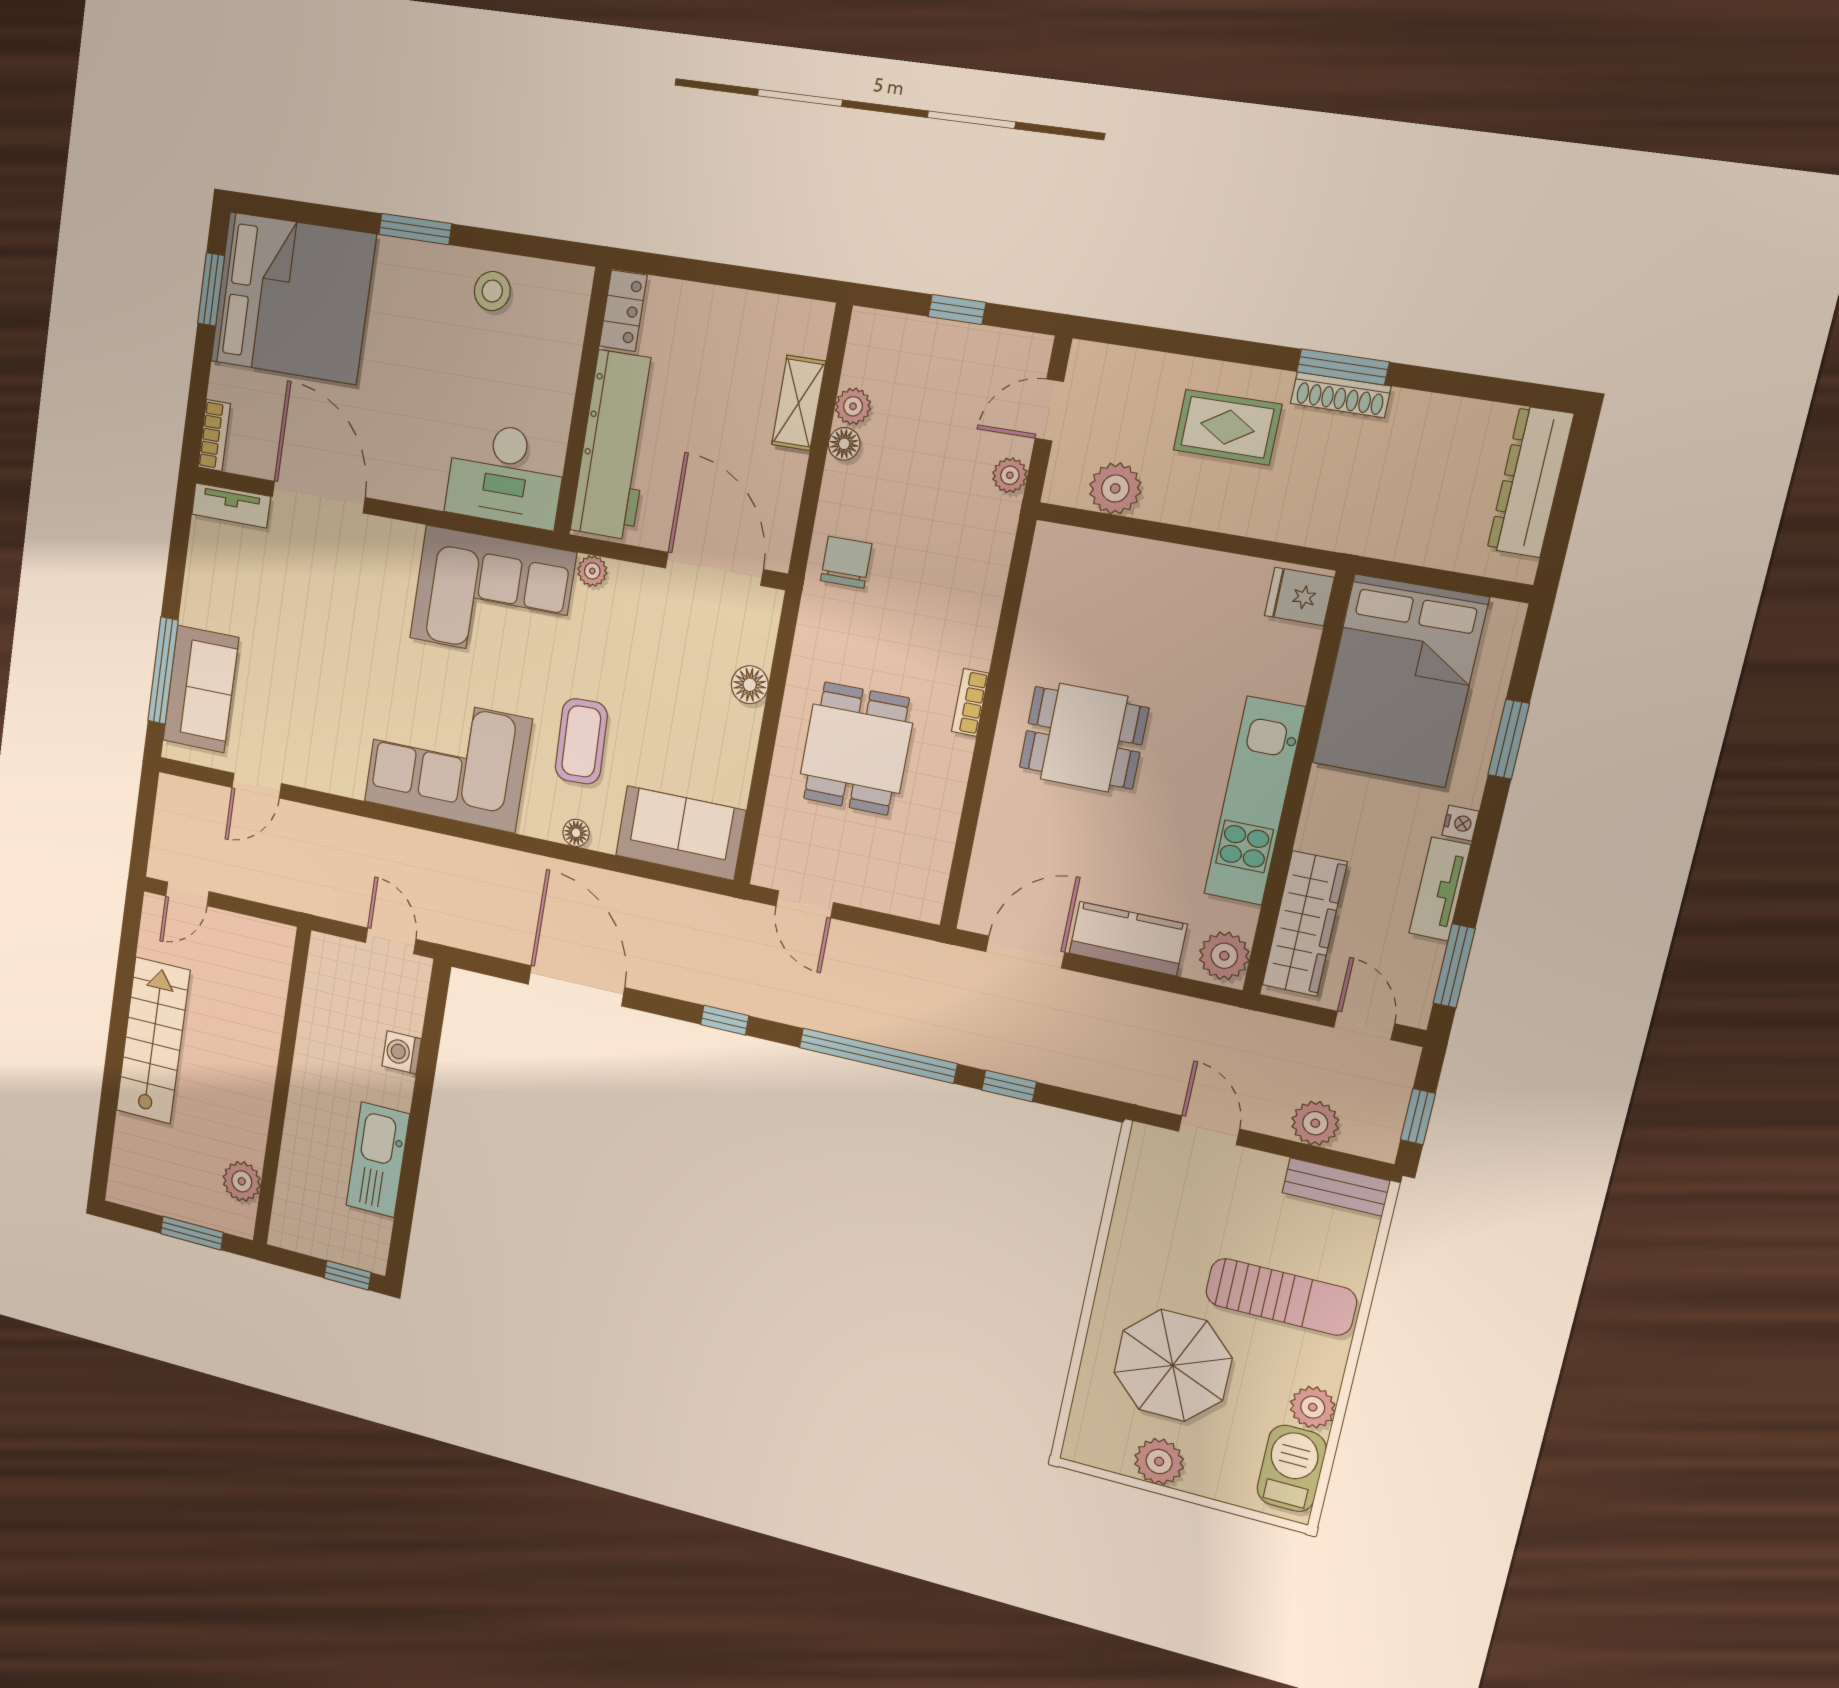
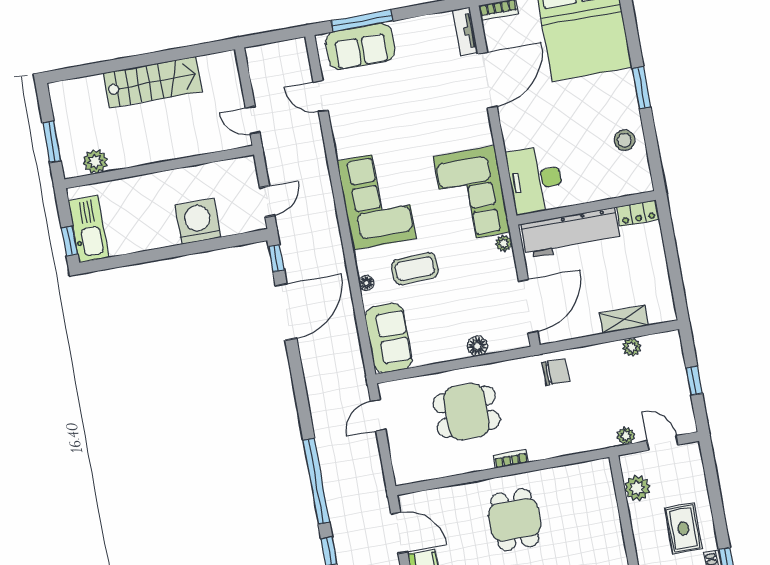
floor lamp: (844, 444) -> (612, 349), removed
door: (187, 894) -> (253, 120), moved
window: (725, 1020) -> (276, 258), moved
washing machine: (402, 1052) -> (198, 221), width x1.89, depth x1.89
kitchen sink: (378, 1160) -> (88, 229), moved, turned 90

